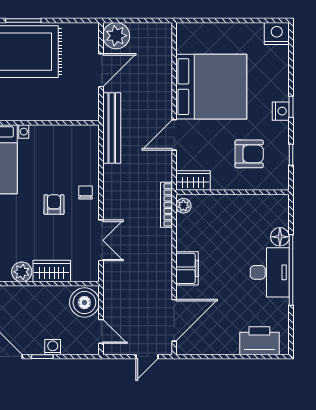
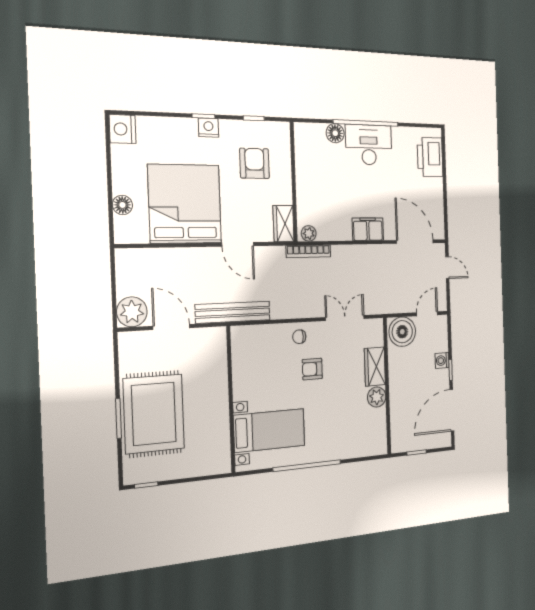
floor lamp: (210, 31) -> (122, 205), added

